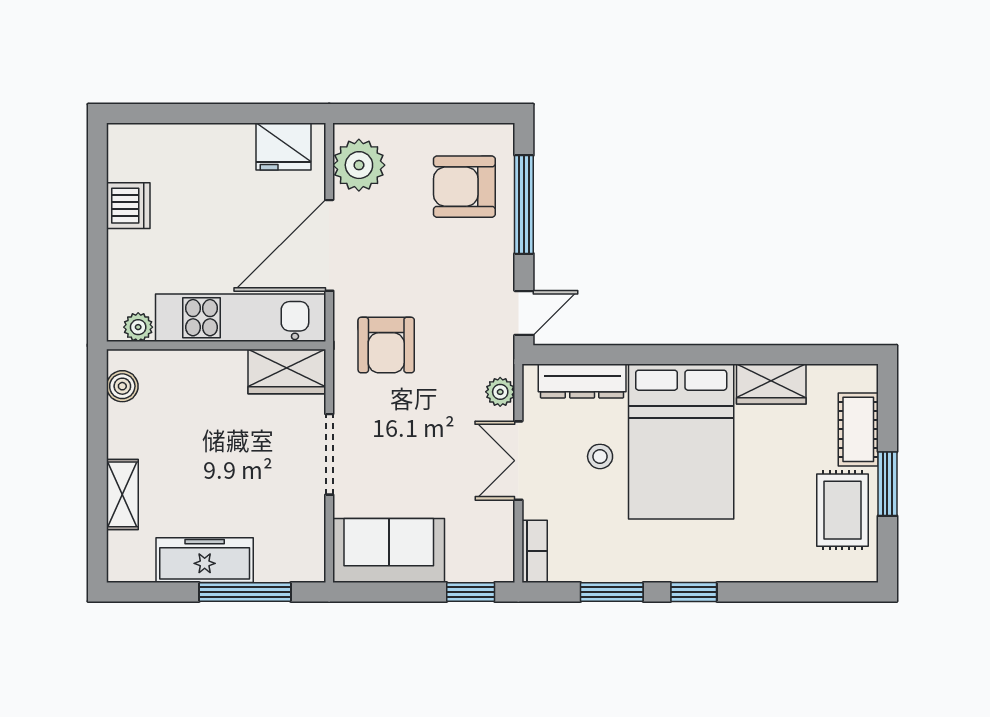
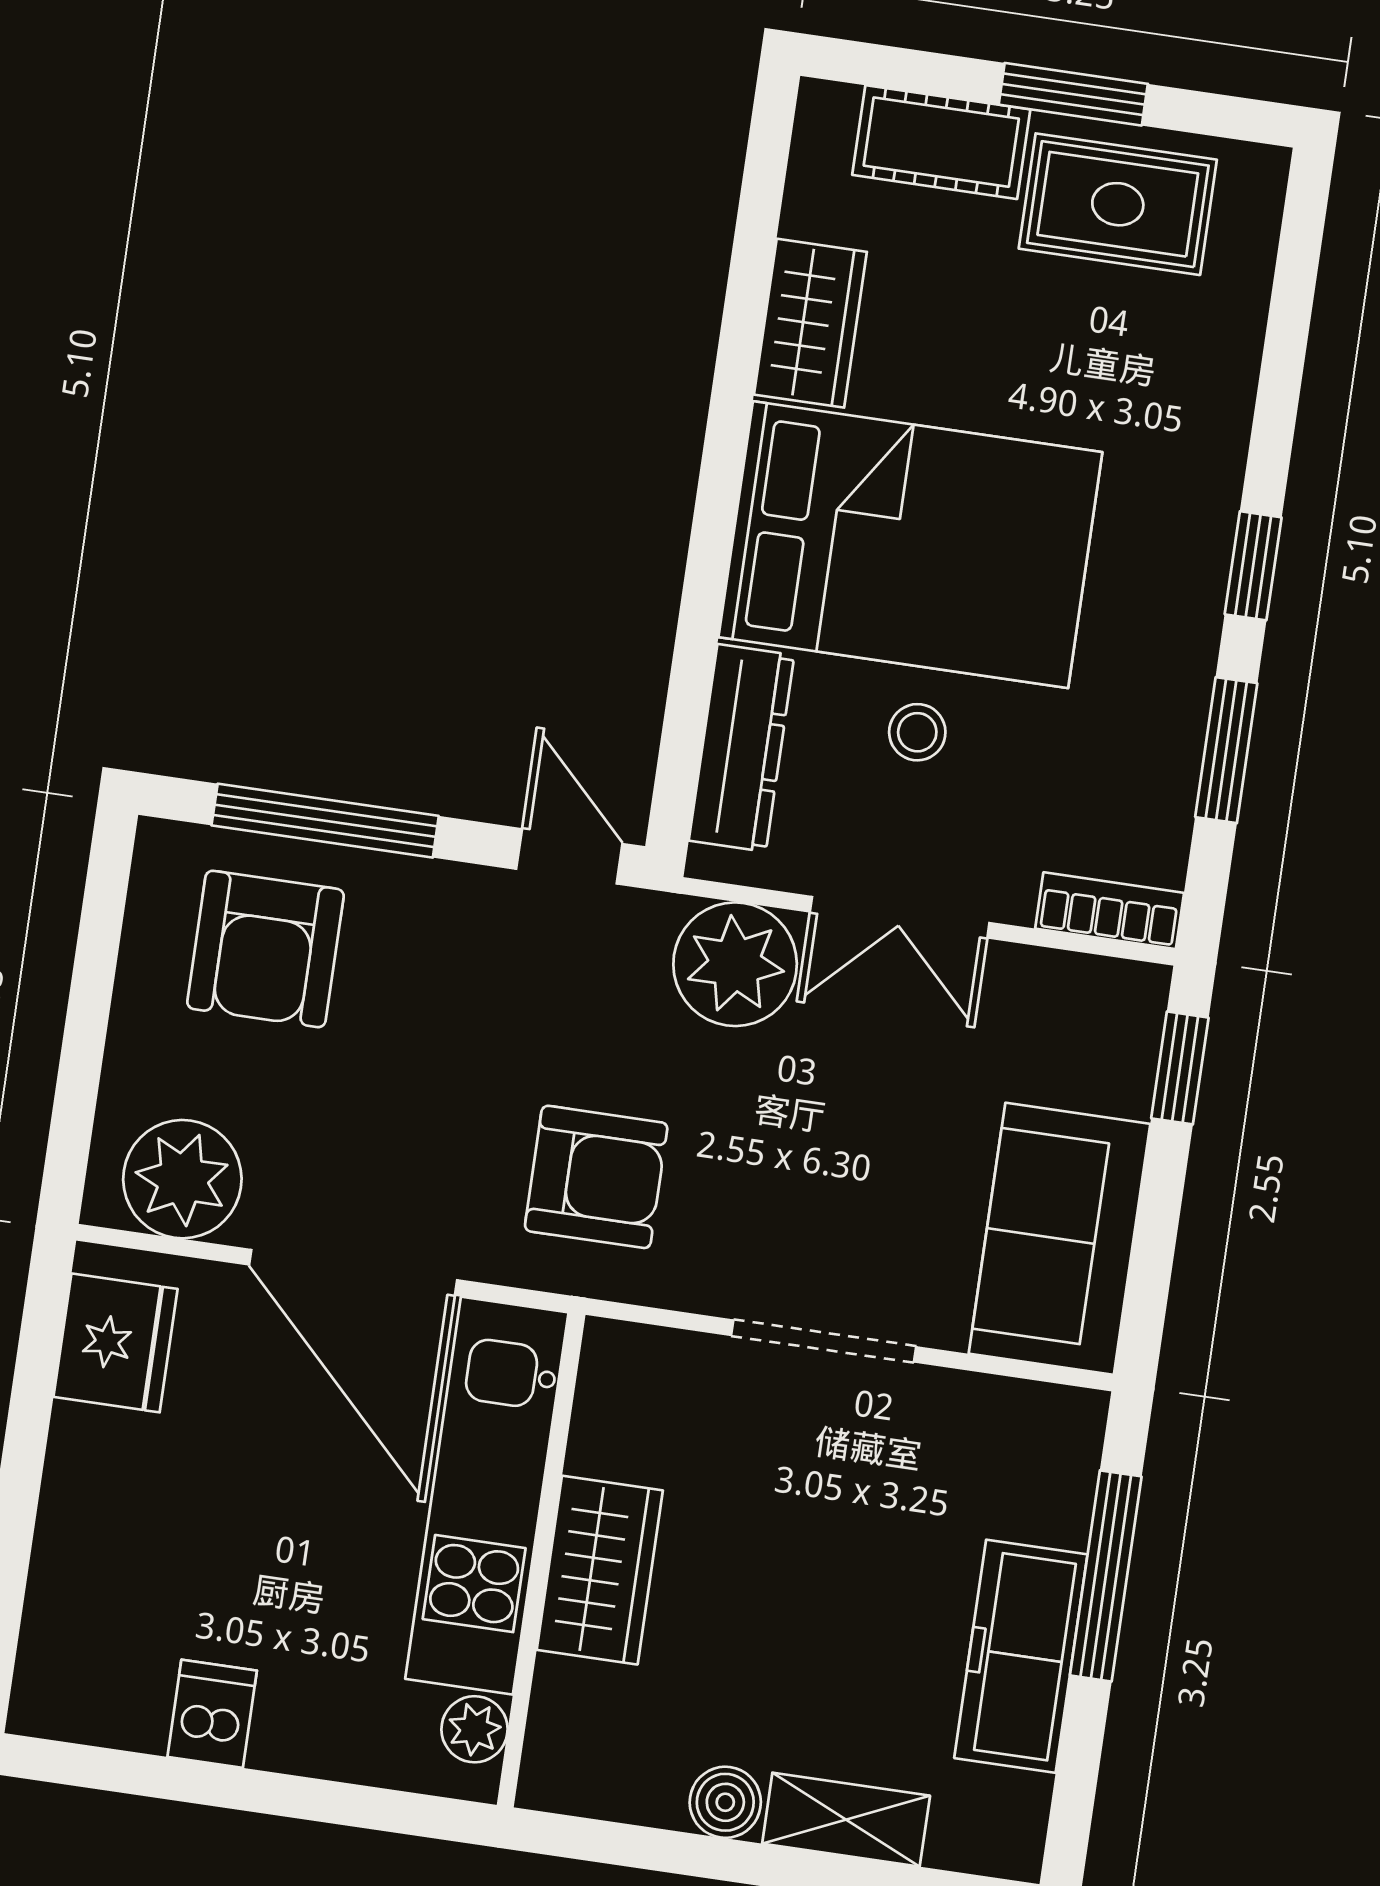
dishwasher: (128, 206) -> (212, 1714), width x0.73
wardrobe: (287, 371) -> (600, 1570), moved
boiler: (122, 386) -> (725, 1802), moved
plant: (500, 392) -> (735, 964), width x1.87, depth x1.87

